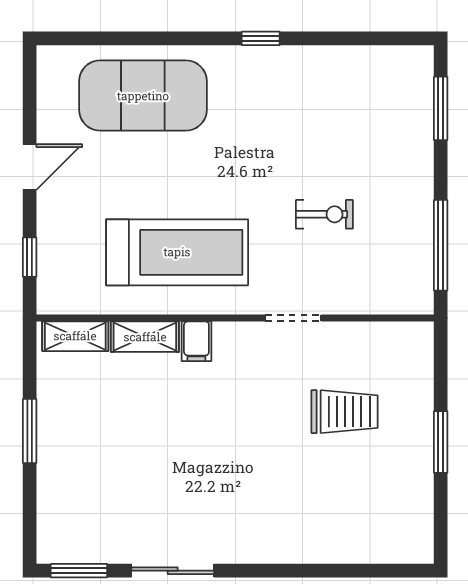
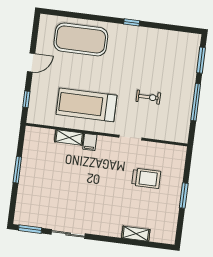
window: (441, 245) -> (196, 102), moved
treadmill: (177, 252) -> (87, 105), turned 180
shelving: (75, 336) -> (136, 234), moved

